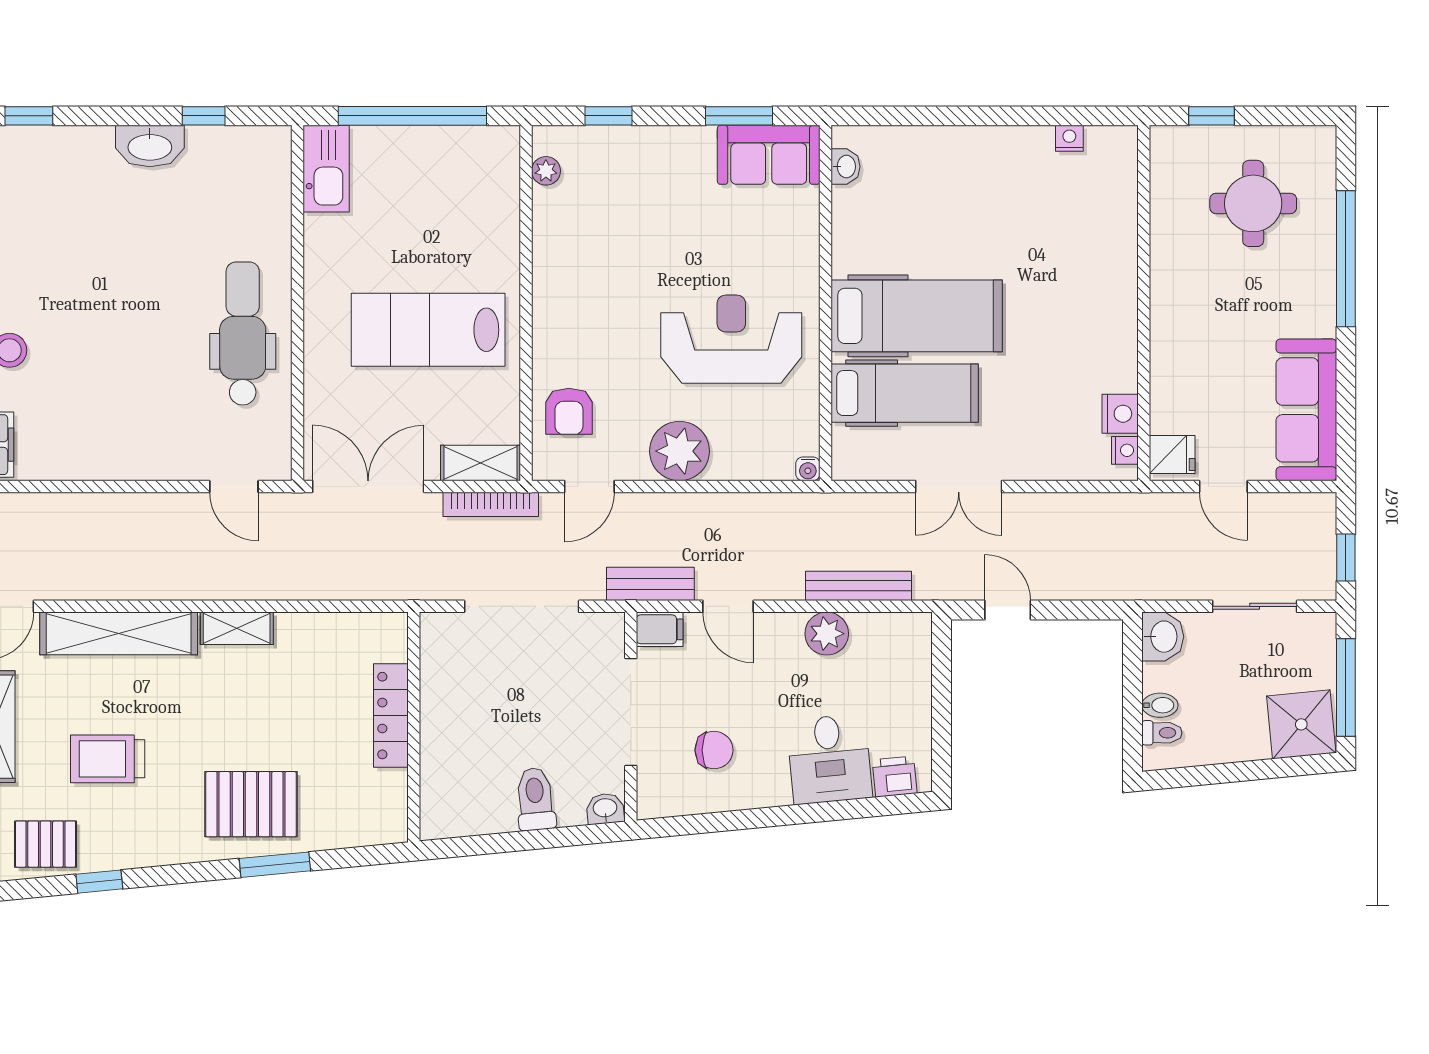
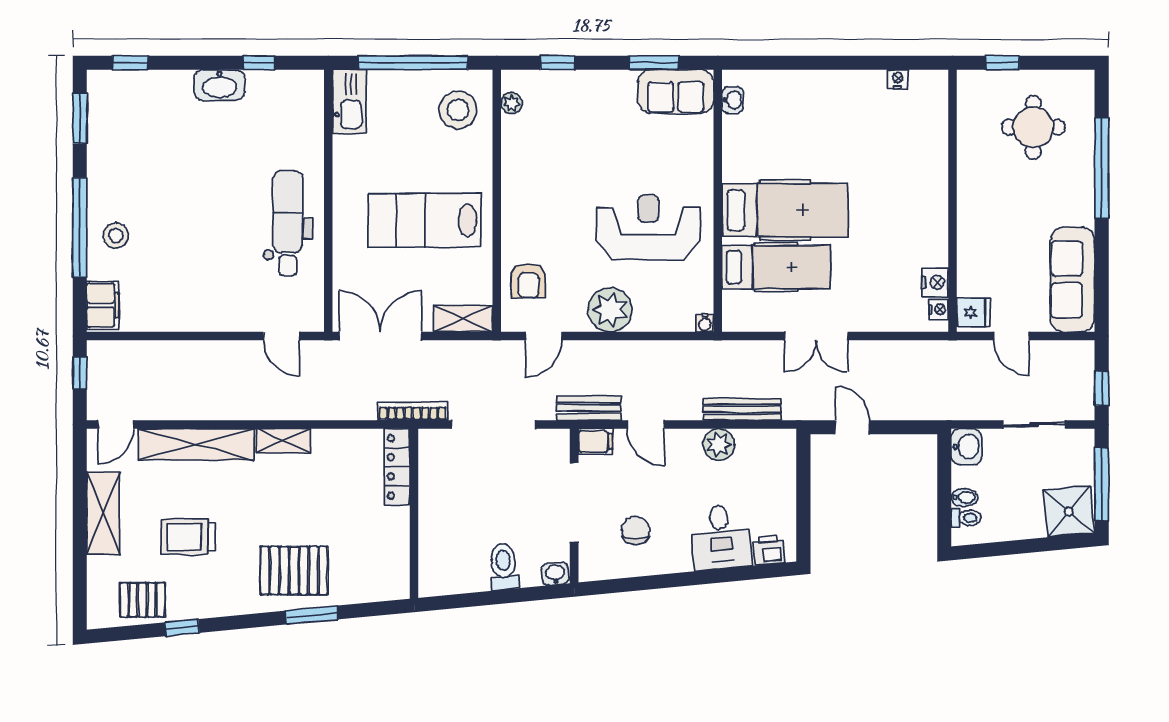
stool: (473, 180) -> (458, 110), added
bookcase: (491, 504) -> (413, 411), moved, turned 180
locker: (391, 716) -> (397, 467), moved
chair: (714, 750) -> (636, 531), turned -90

